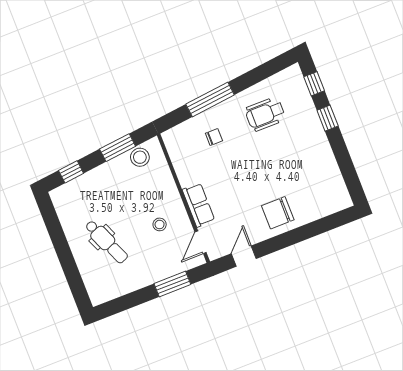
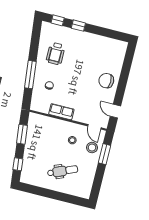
stool: (140, 157) -> (92, 148), moved
row of seats: (198, 205) -> (61, 112), moved
chair: (278, 213) -> (106, 81), turned 90

